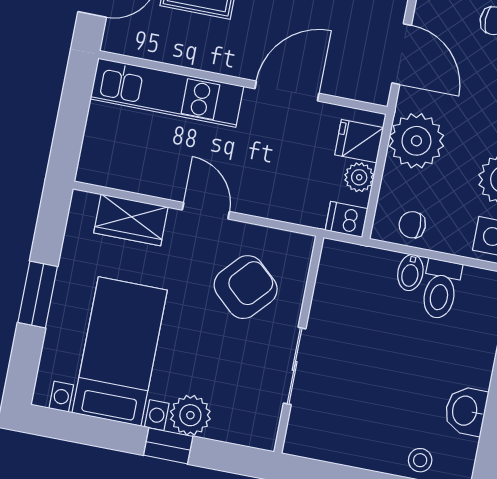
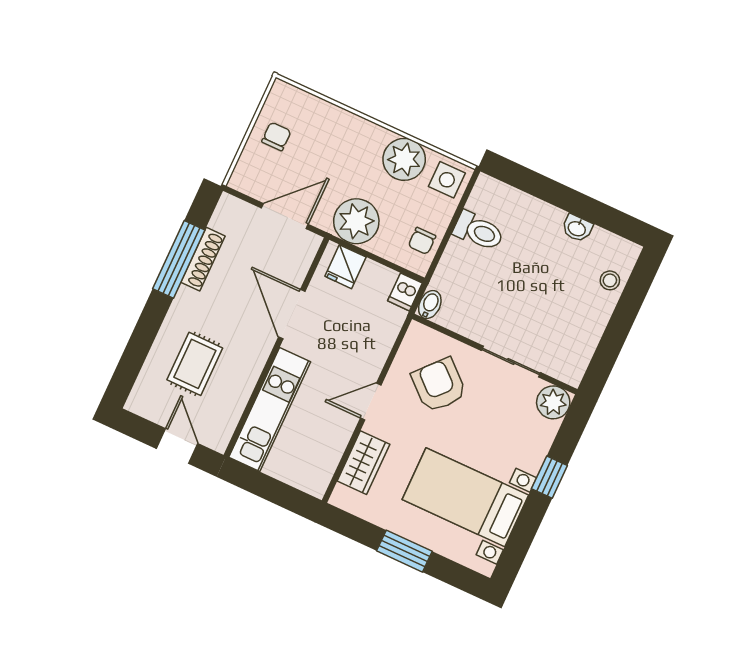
plant: (359, 177) -> (374, 274), removed
bidet: (410, 273) -> (430, 305), moved, turned -90
washbasin: (466, 411) -> (577, 228), width x0.72, depth x0.69
plant: (190, 415) -> (553, 402), moved

